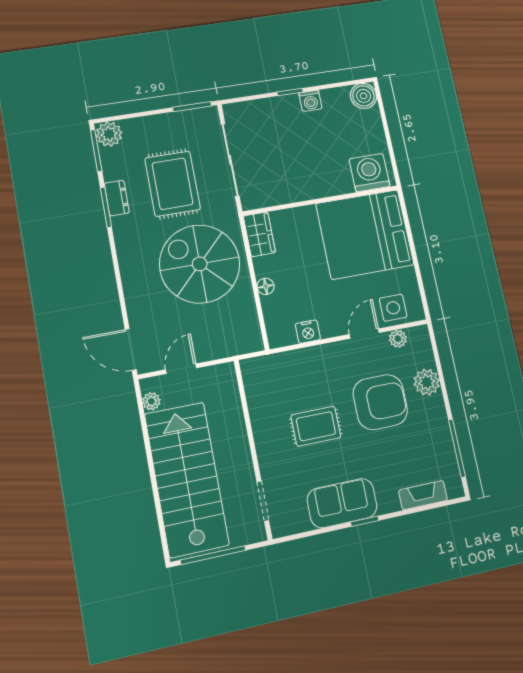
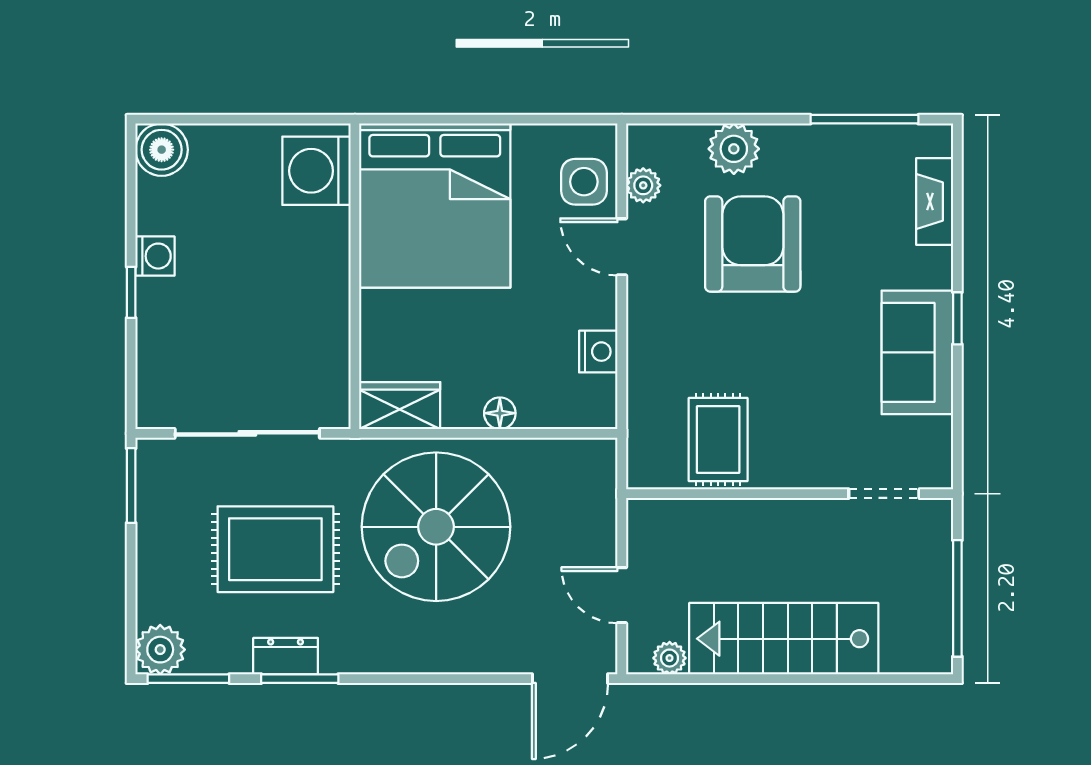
rug: (316, 426) -> (718, 440), moved
stairs: (187, 479) -> (784, 639), width x0.73, depth x0.66

